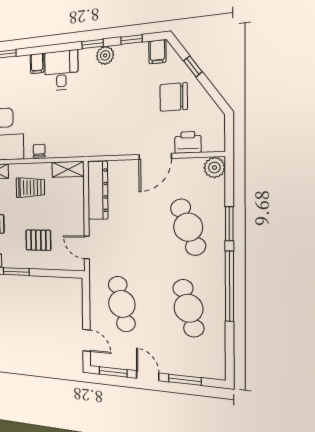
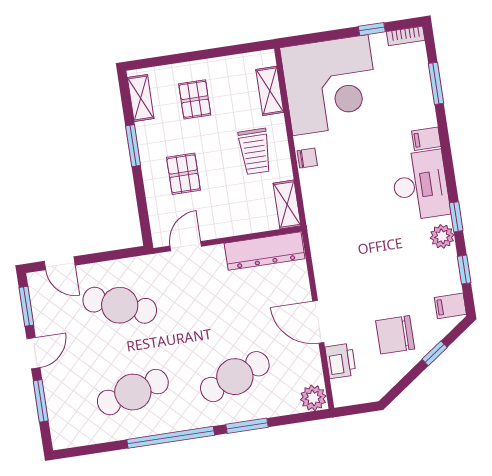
desk: (61, 70) -> (420, 185), width x1.37
chair: (174, 97) -> (395, 335), turned -90
cafe table: (122, 304) -> (120, 305), turned 33
door: (86, 340) -> (60, 263), hinge flipped

